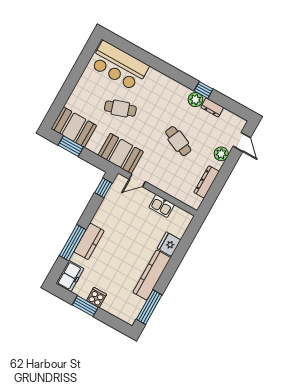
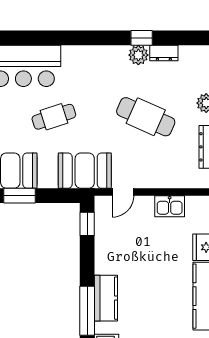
cafe table: (178, 141) -> (146, 117), width x1.37, depth x1.35

